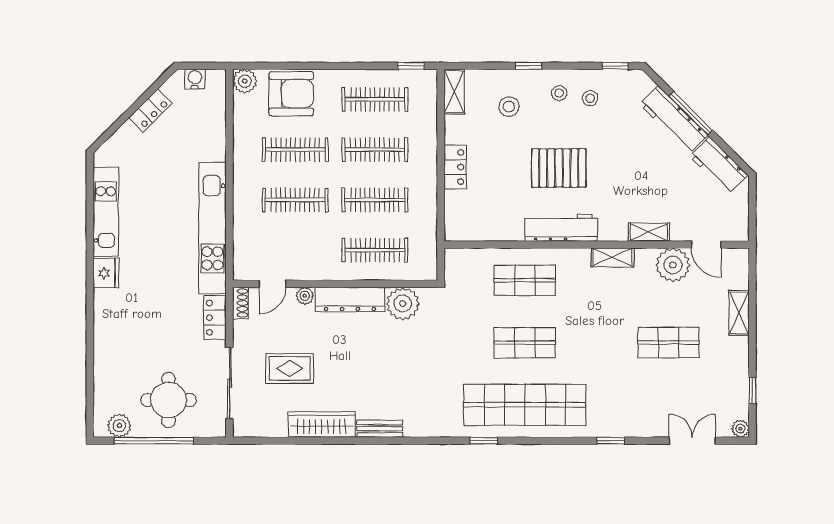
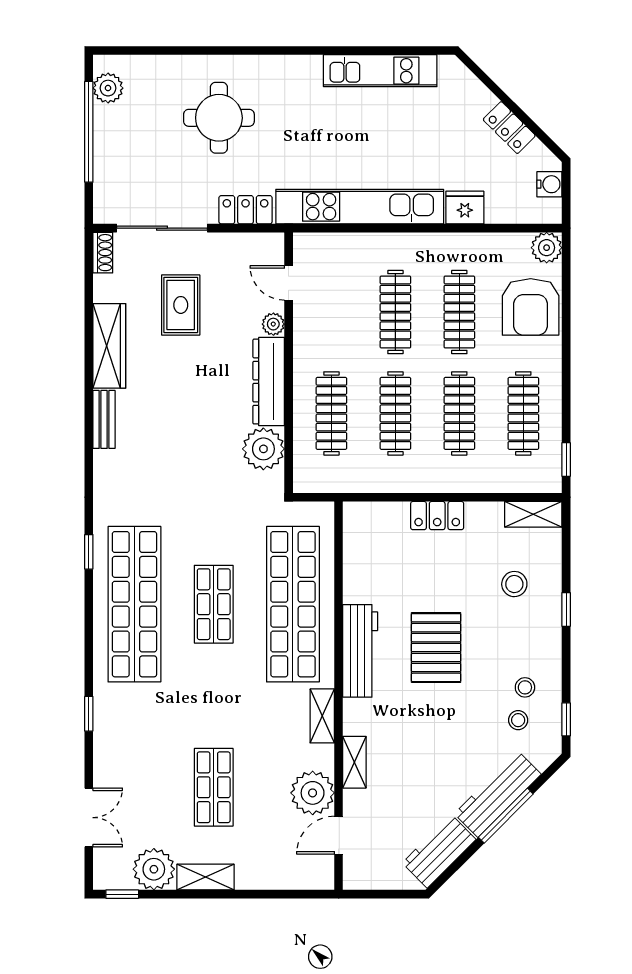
stool: (559, 93) -> (518, 720), moved
fridge: (106, 273) -> (465, 208), moved, turned 180
shop shelf: (525, 280) -> (293, 604), width x2.00, depth x1.36
shoe rack: (240, 303) -> (103, 253), moved, turned -90
shelving: (739, 313) -> (205, 877), moved
window: (752, 391) -> (122, 894), moved
round table: (169, 400) -> (219, 118), moved
plant: (740, 429) -> (154, 869), moved, width x1.88, depth x1.88

